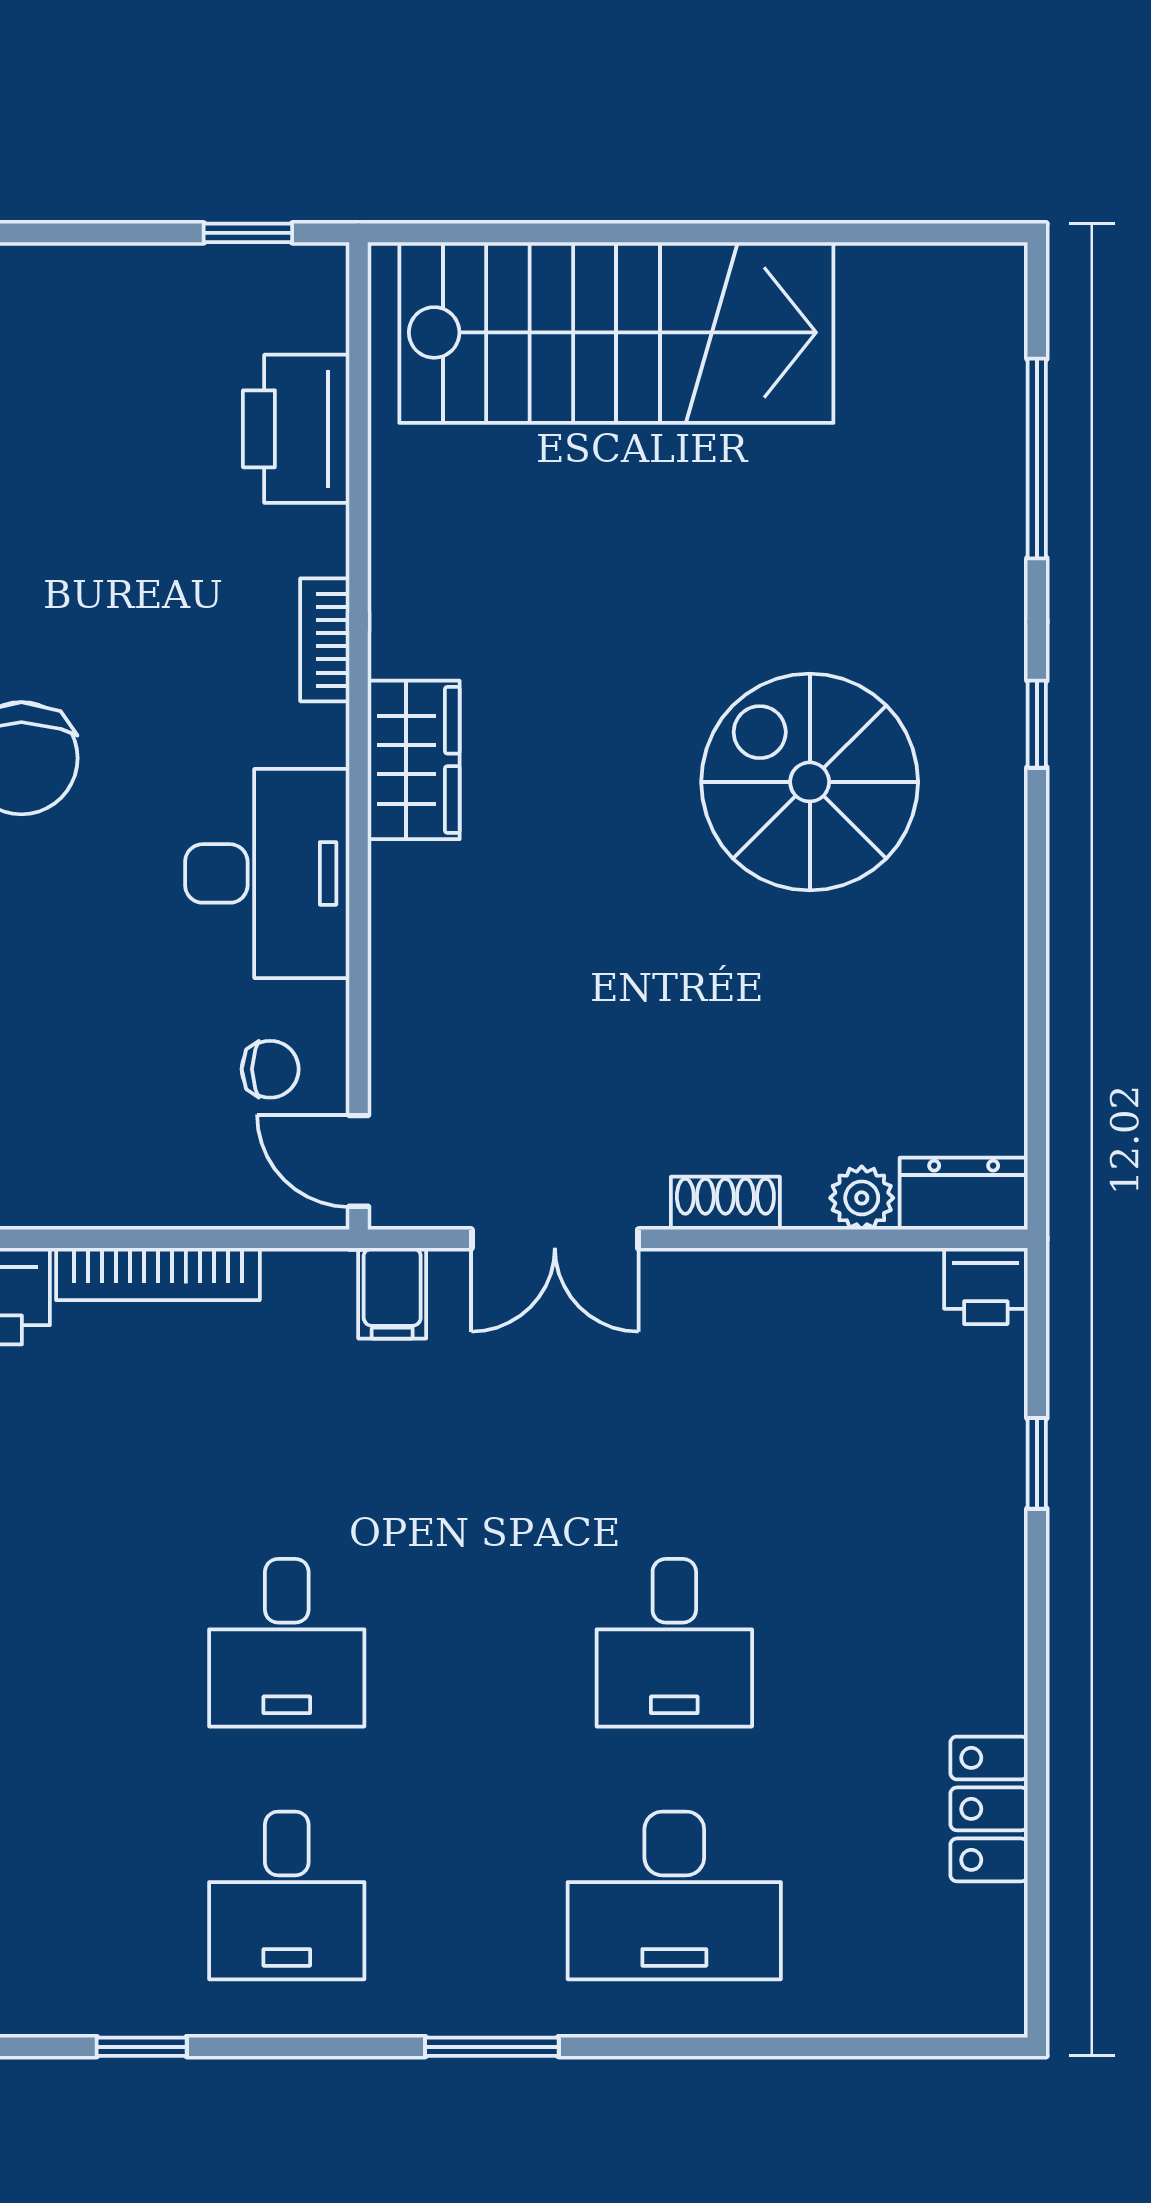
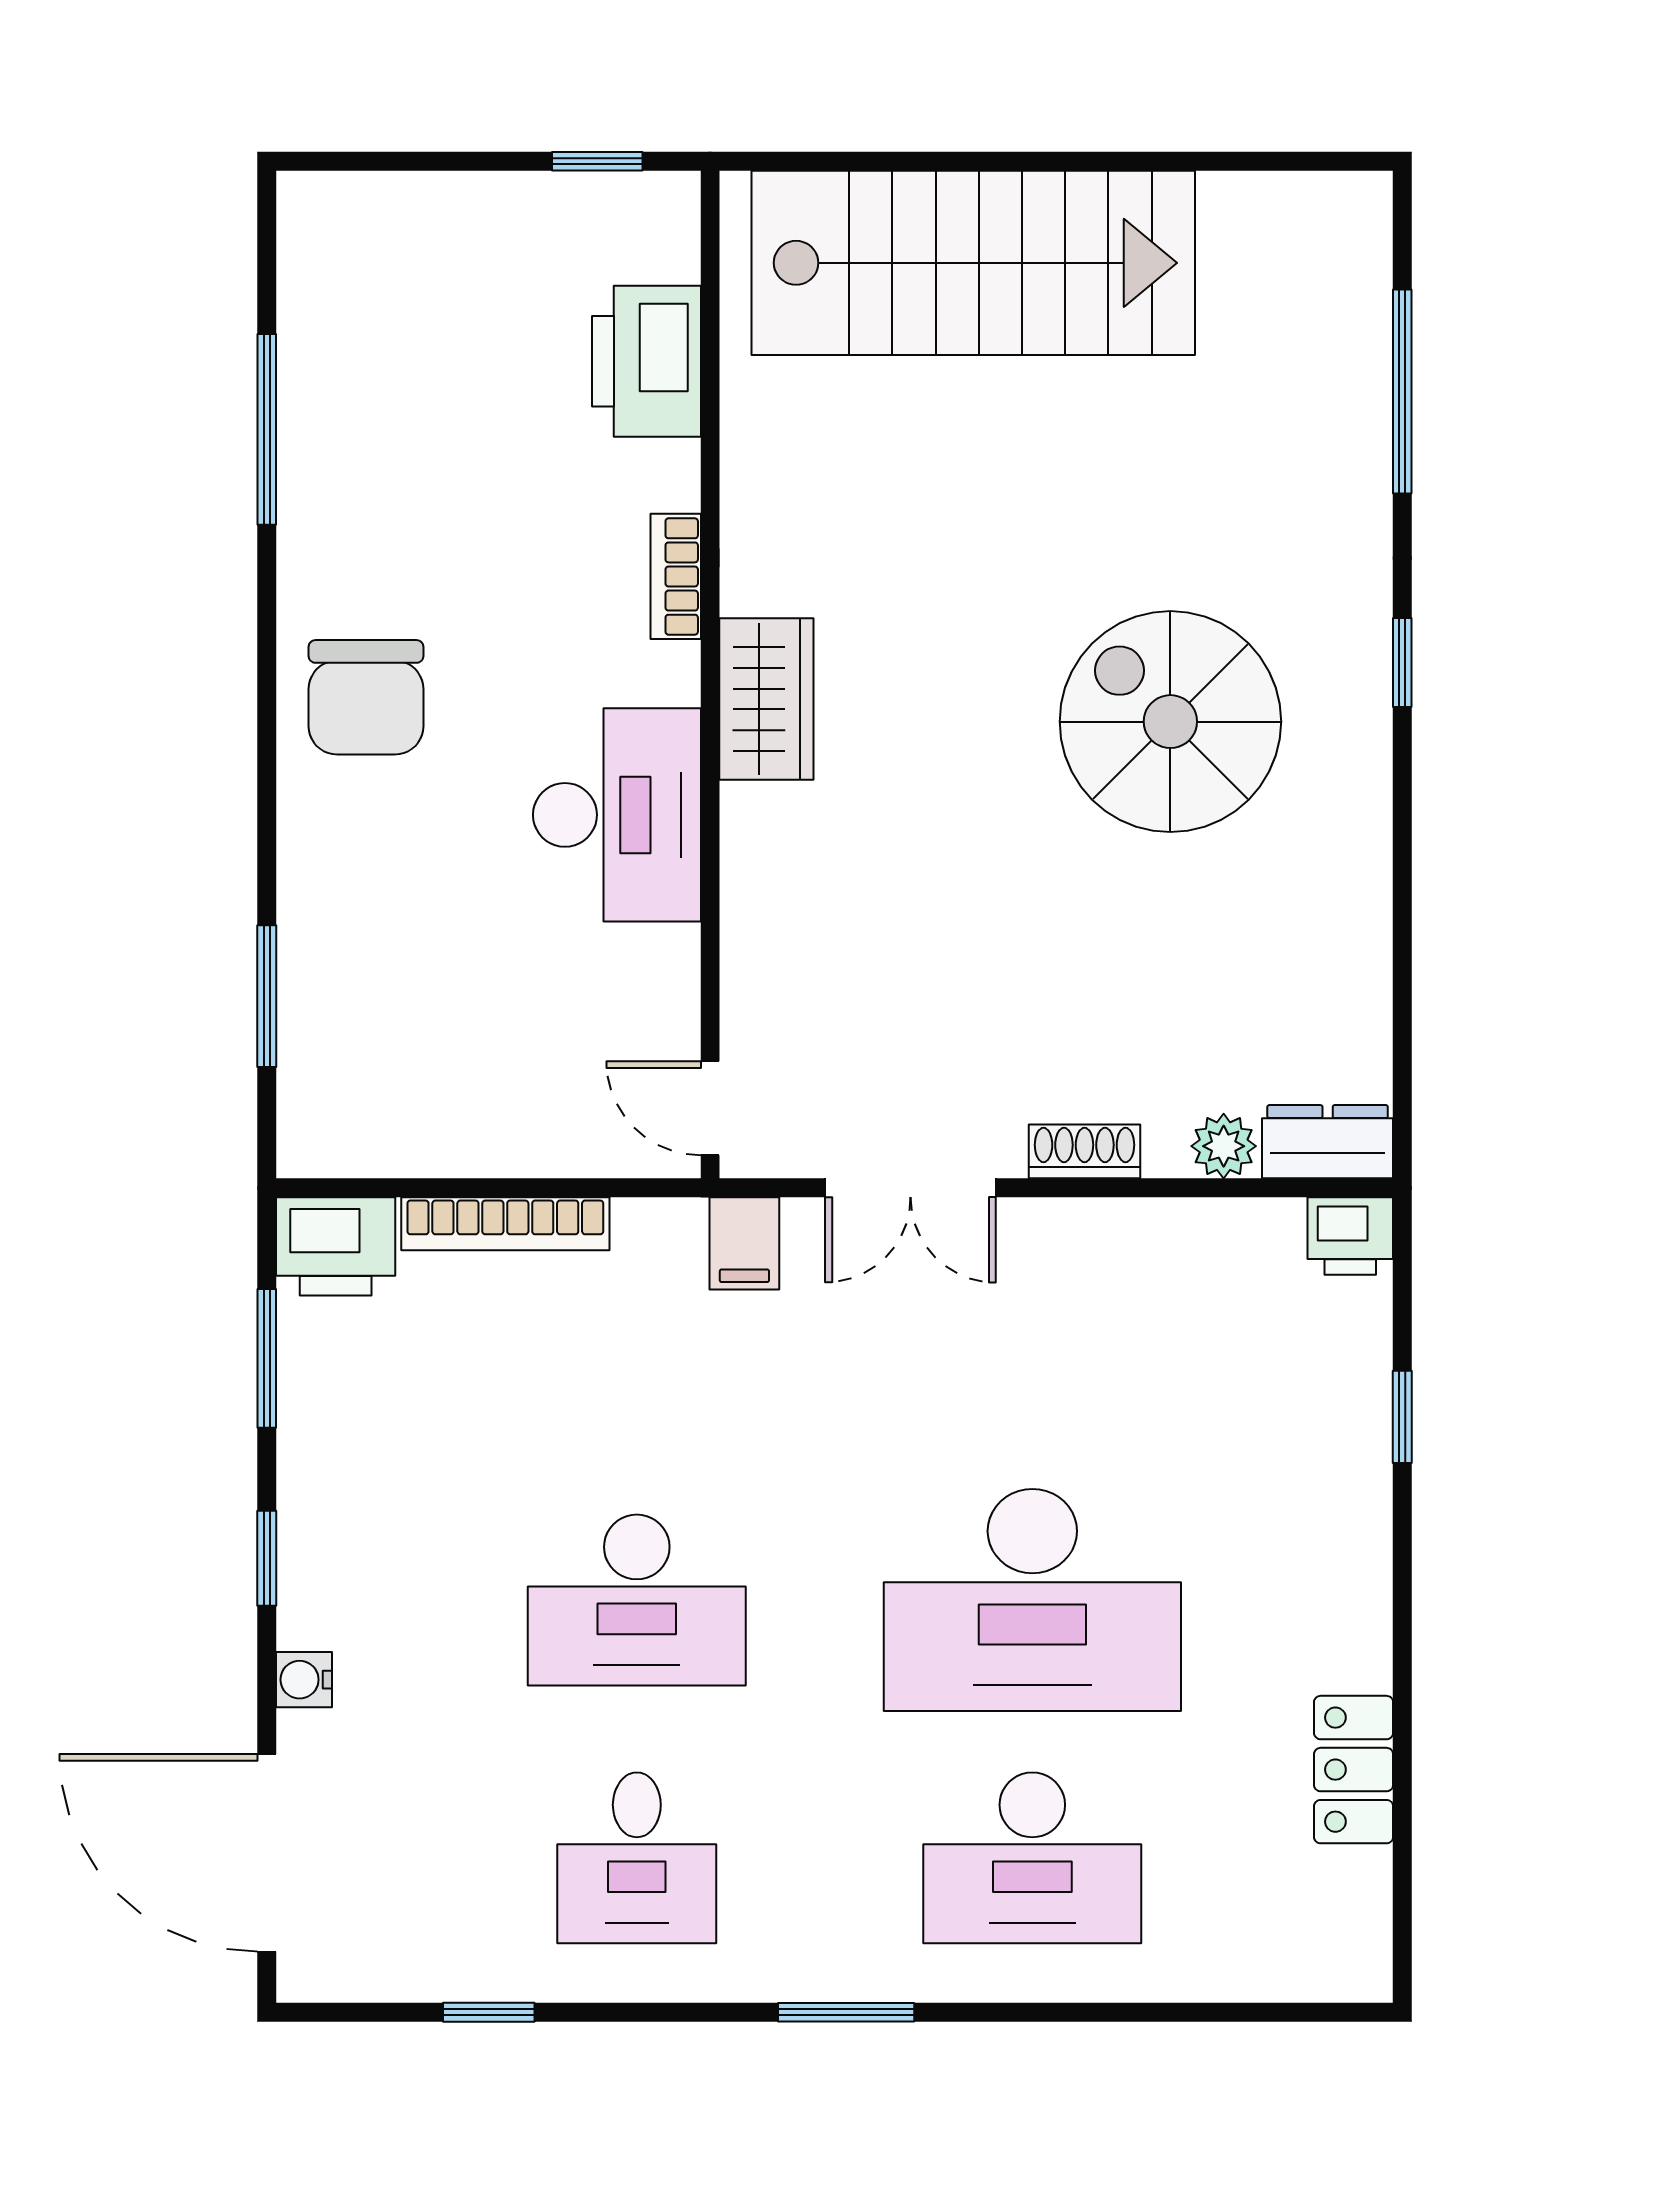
chair: (270, 1069) -> (620, 1015), removed
desk: (287, 1643) -> (637, 1600), width x1.37
desk: (674, 1643) -> (1032, 1600), width x1.87, depth x1.30

